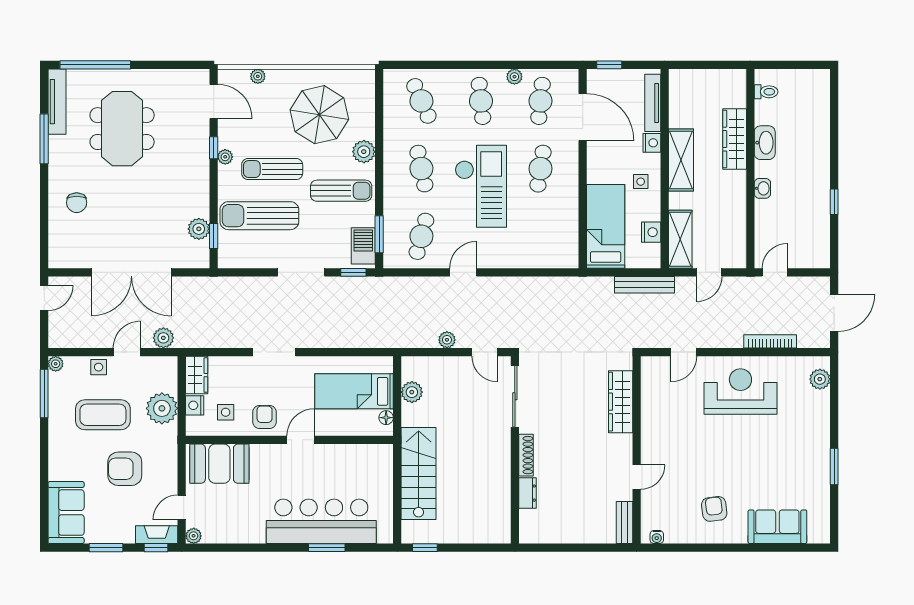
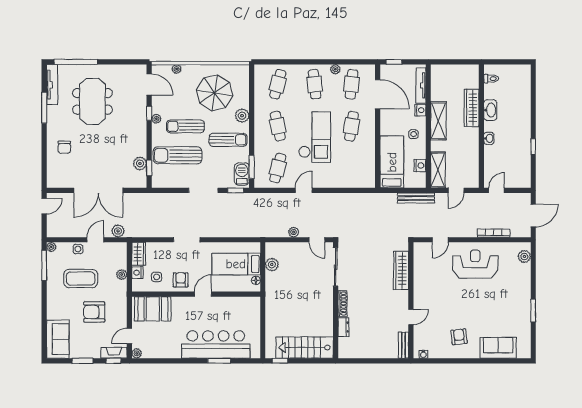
cafe table: (421, 101) -> (278, 84), turned 39
plant: (162, 408) -> (122, 275), width x0.53, depth x0.53
stairs: (419, 473) -> (305, 348), moved, turned -90

